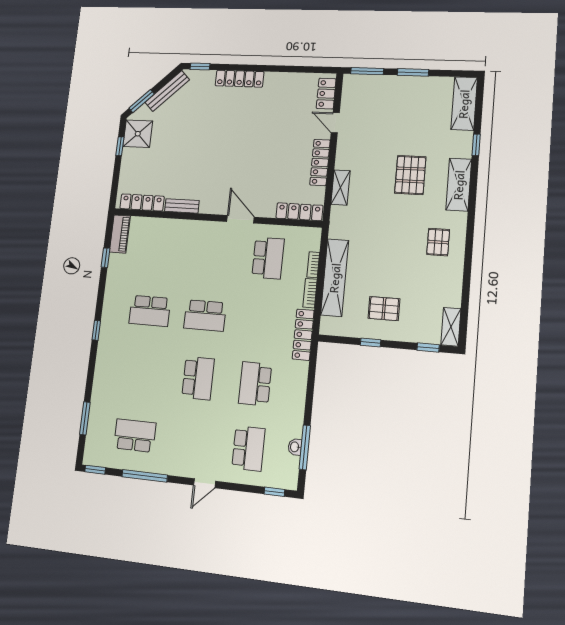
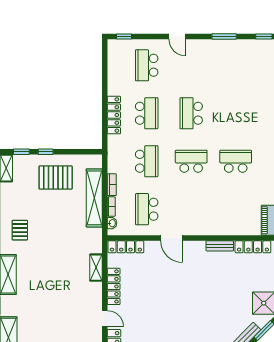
pallet: (410, 175) -> (44, 280), removed
pallet: (384, 309) -> (56, 177), width x1.50, depth x1.42
locker: (303, 335) -> (114, 115), moved
window: (371, 342) -> (46, 152), moved
school desk: (135, 436) -> (147, 161), moved, turned -90
washbasin: (295, 447) -> (112, 223), moved
window: (305, 447) -> (105, 71), removed
window: (145, 476) -> (224, 36), width x0.69
door: (205, 483) -> (177, 36), swing flipped

